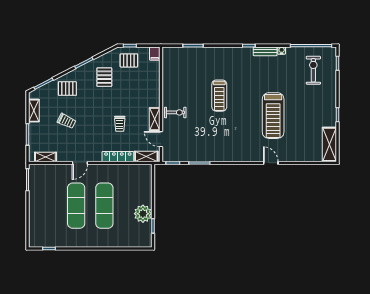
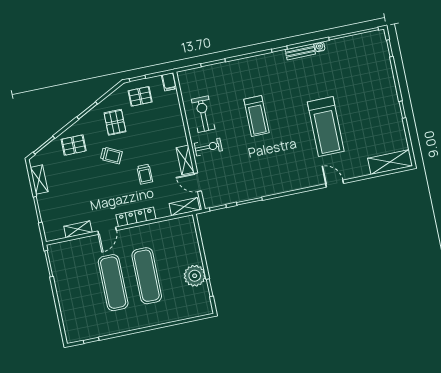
exercise bike: (313, 70) -> (203, 114), moved
trolley: (67, 121) -> (111, 155), moved
shelving: (329, 144) -> (390, 162), moved, turned 90
shelving: (45, 157) -> (78, 229), moved
locker: (118, 157) -> (136, 217), moved

